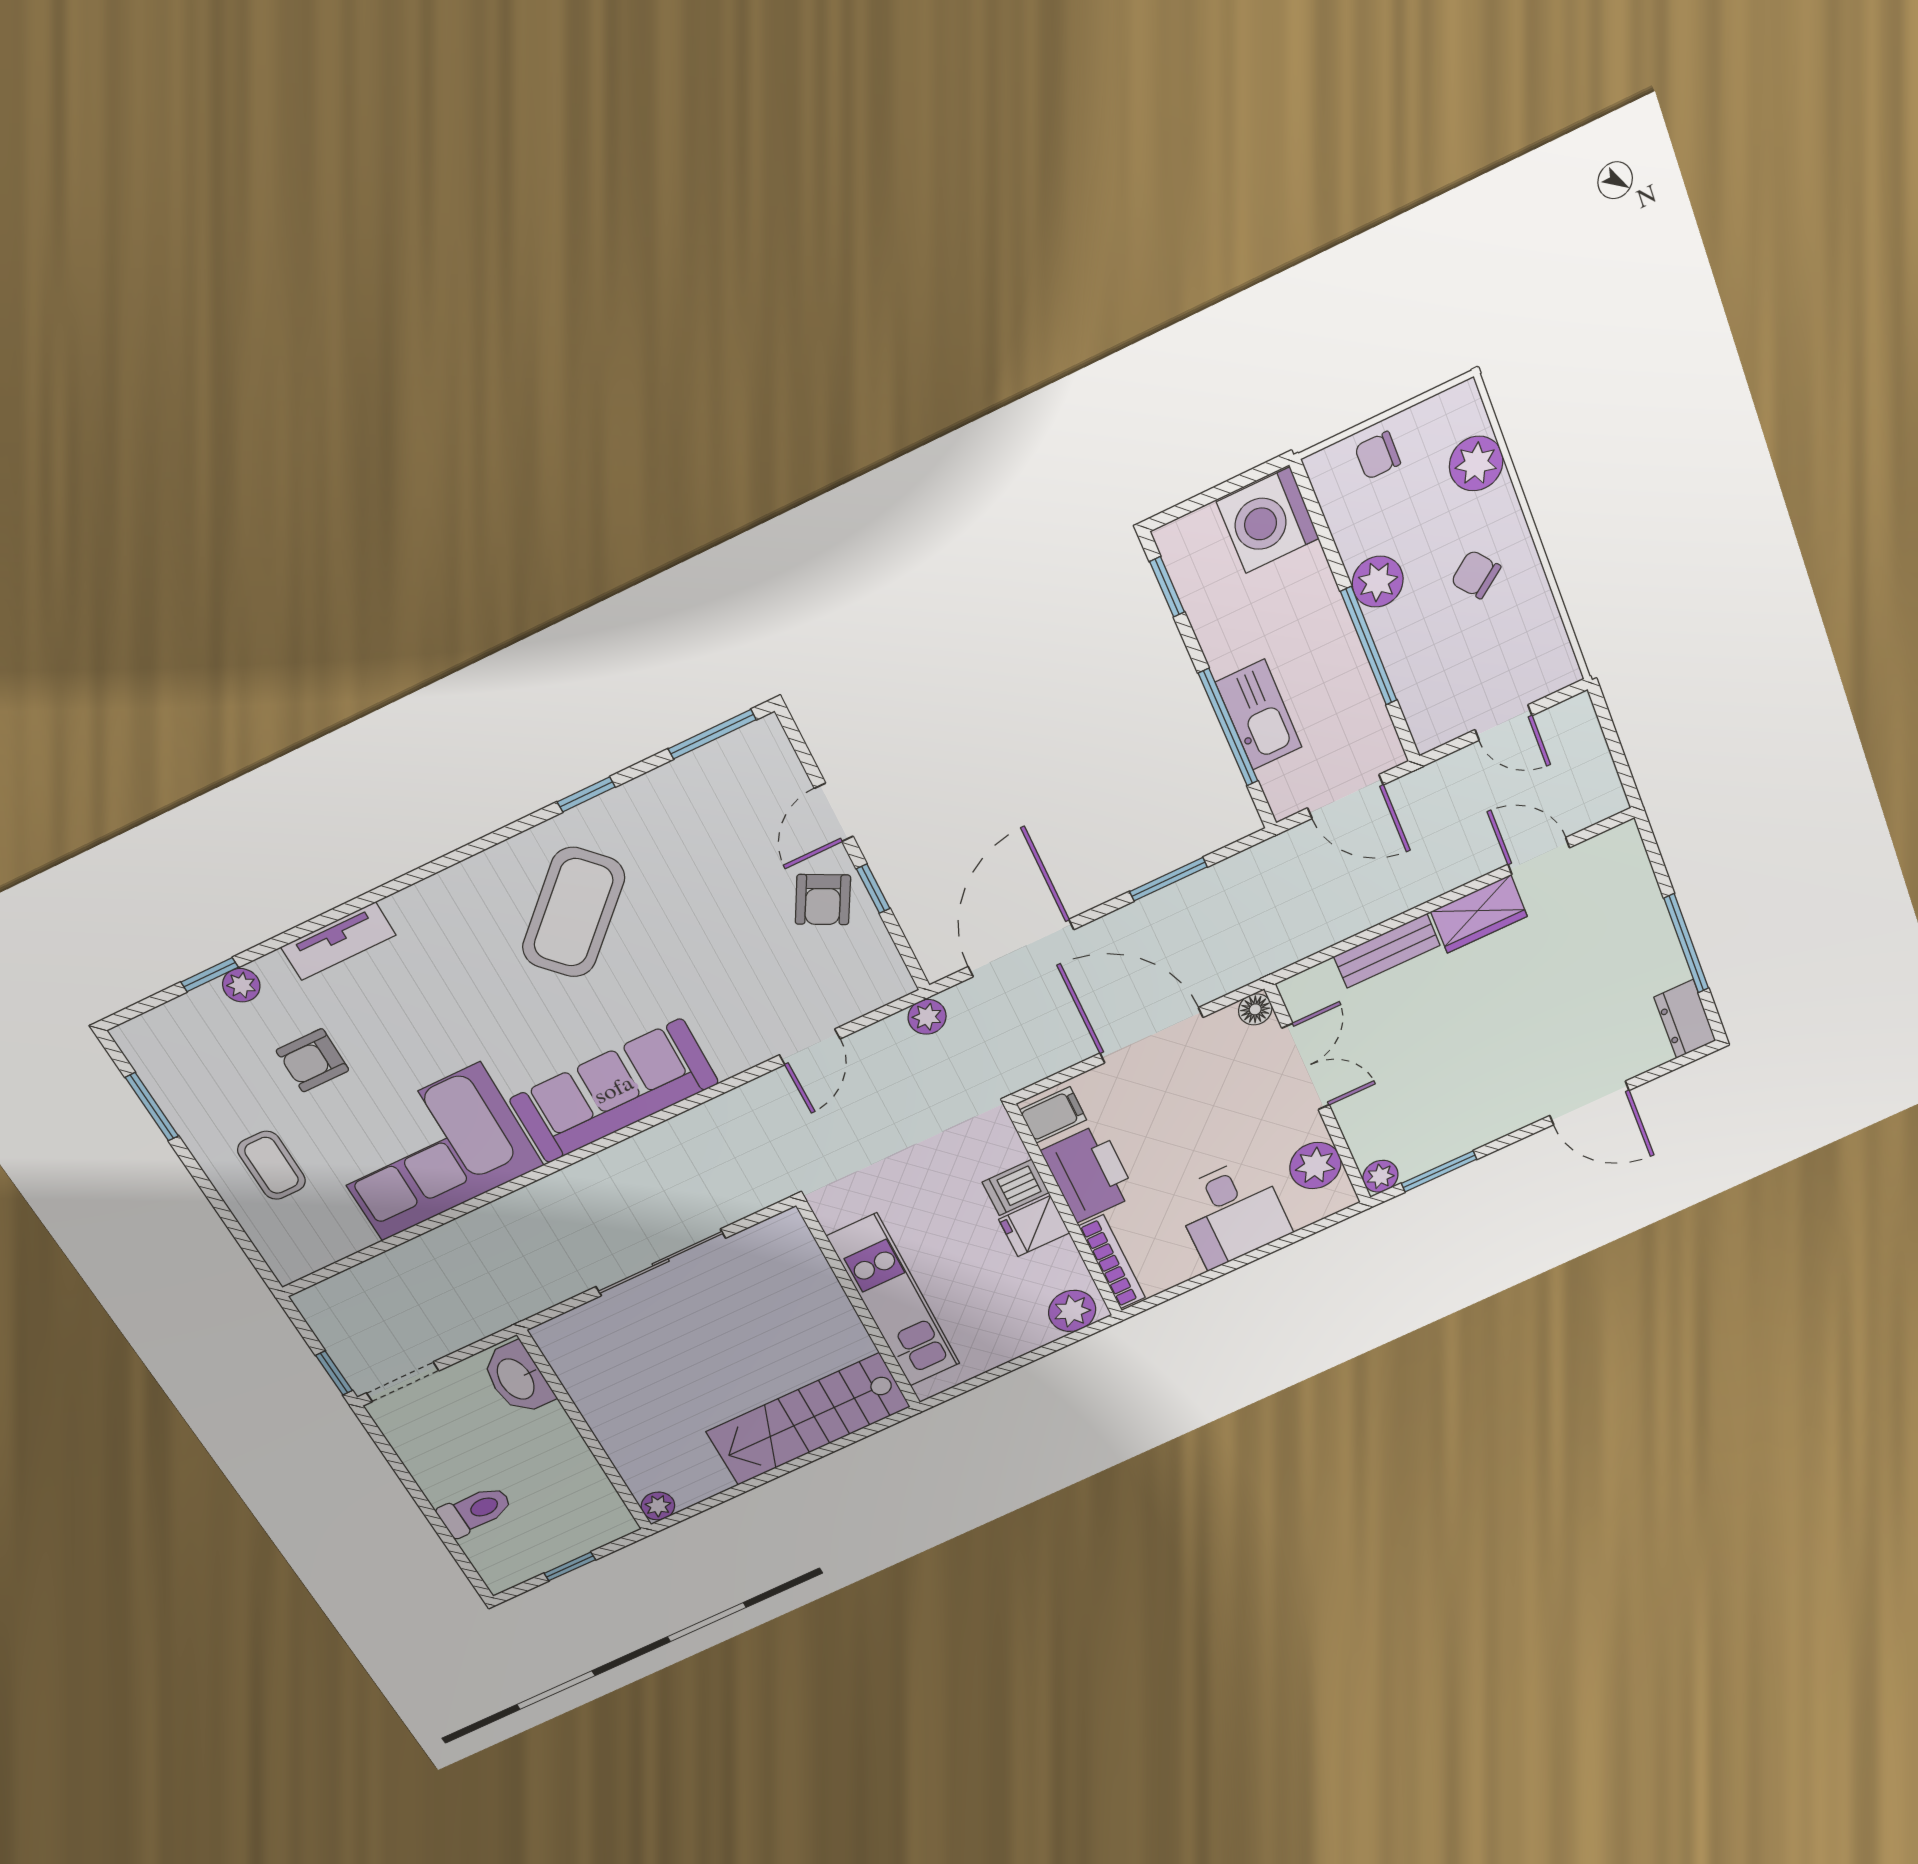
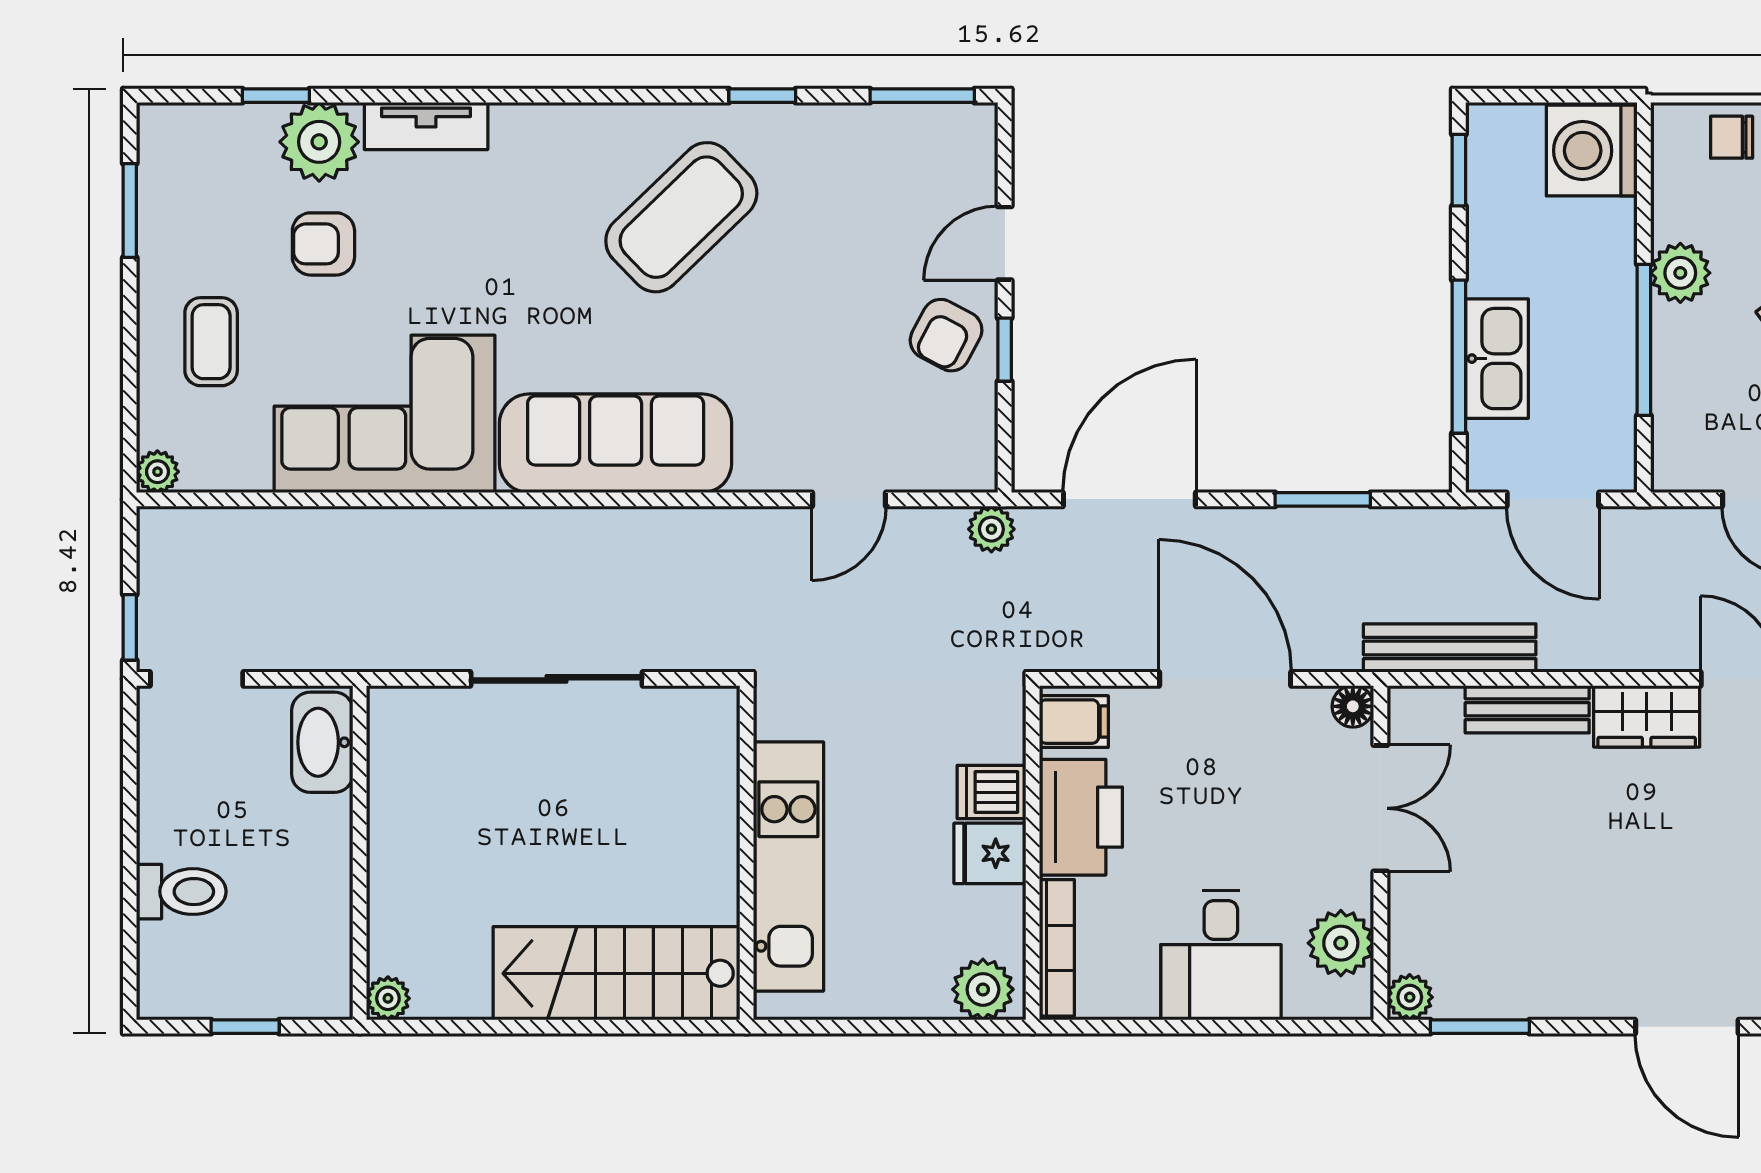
bench: (1311, 937) -> (1450, 648), added
plant: (241, 985) -> (319, 142), width x1.87, depth x1.87
plant: (289, 1267) -> (157, 472), added

